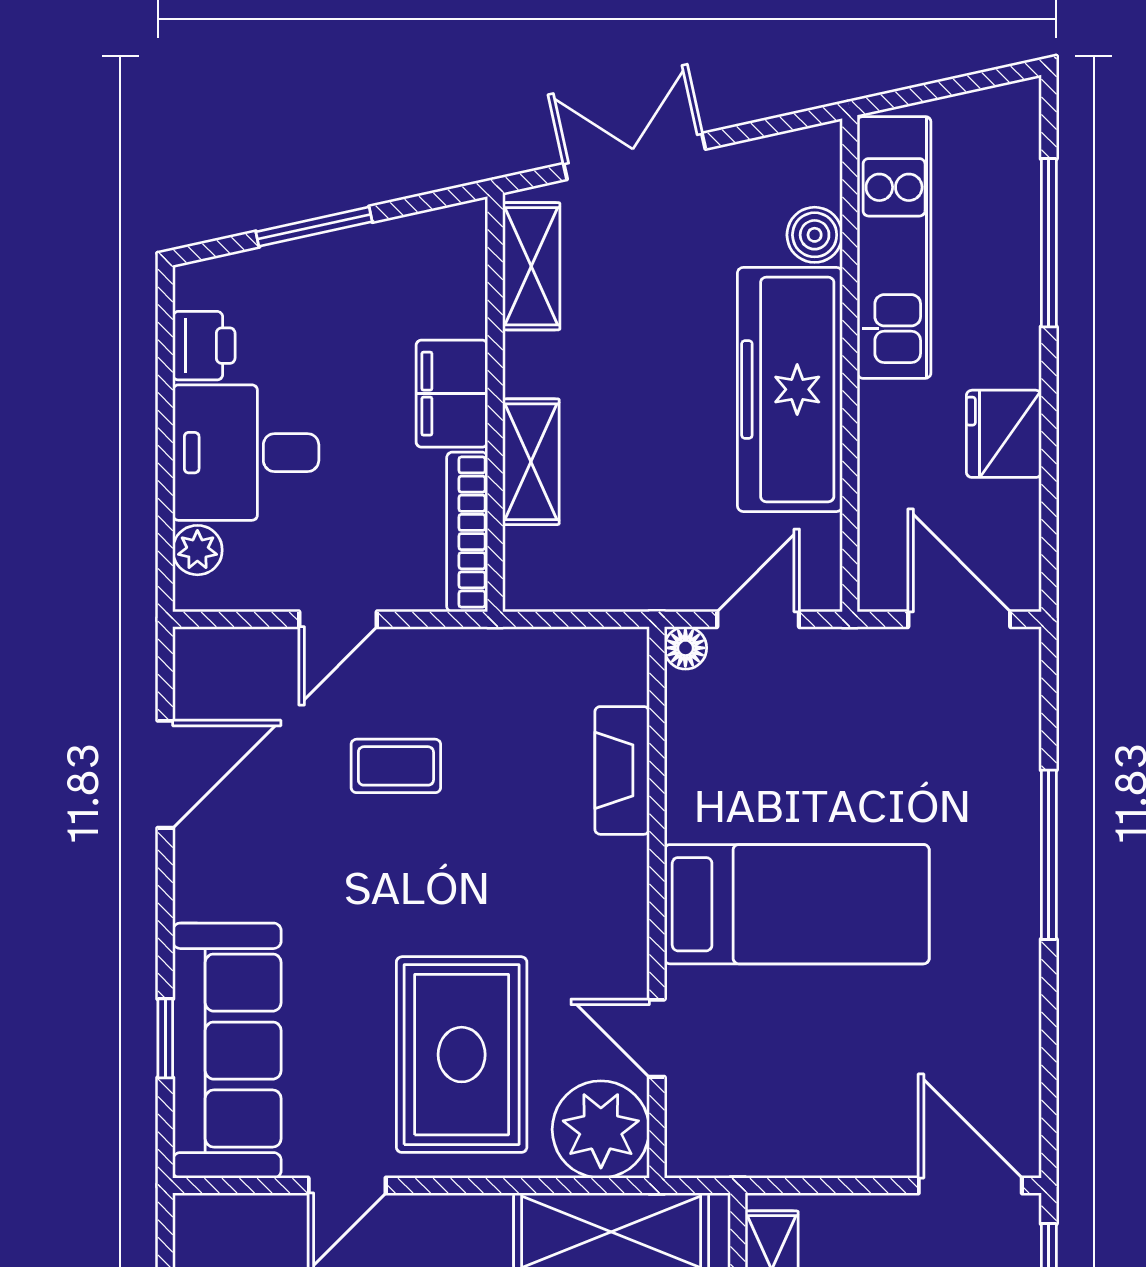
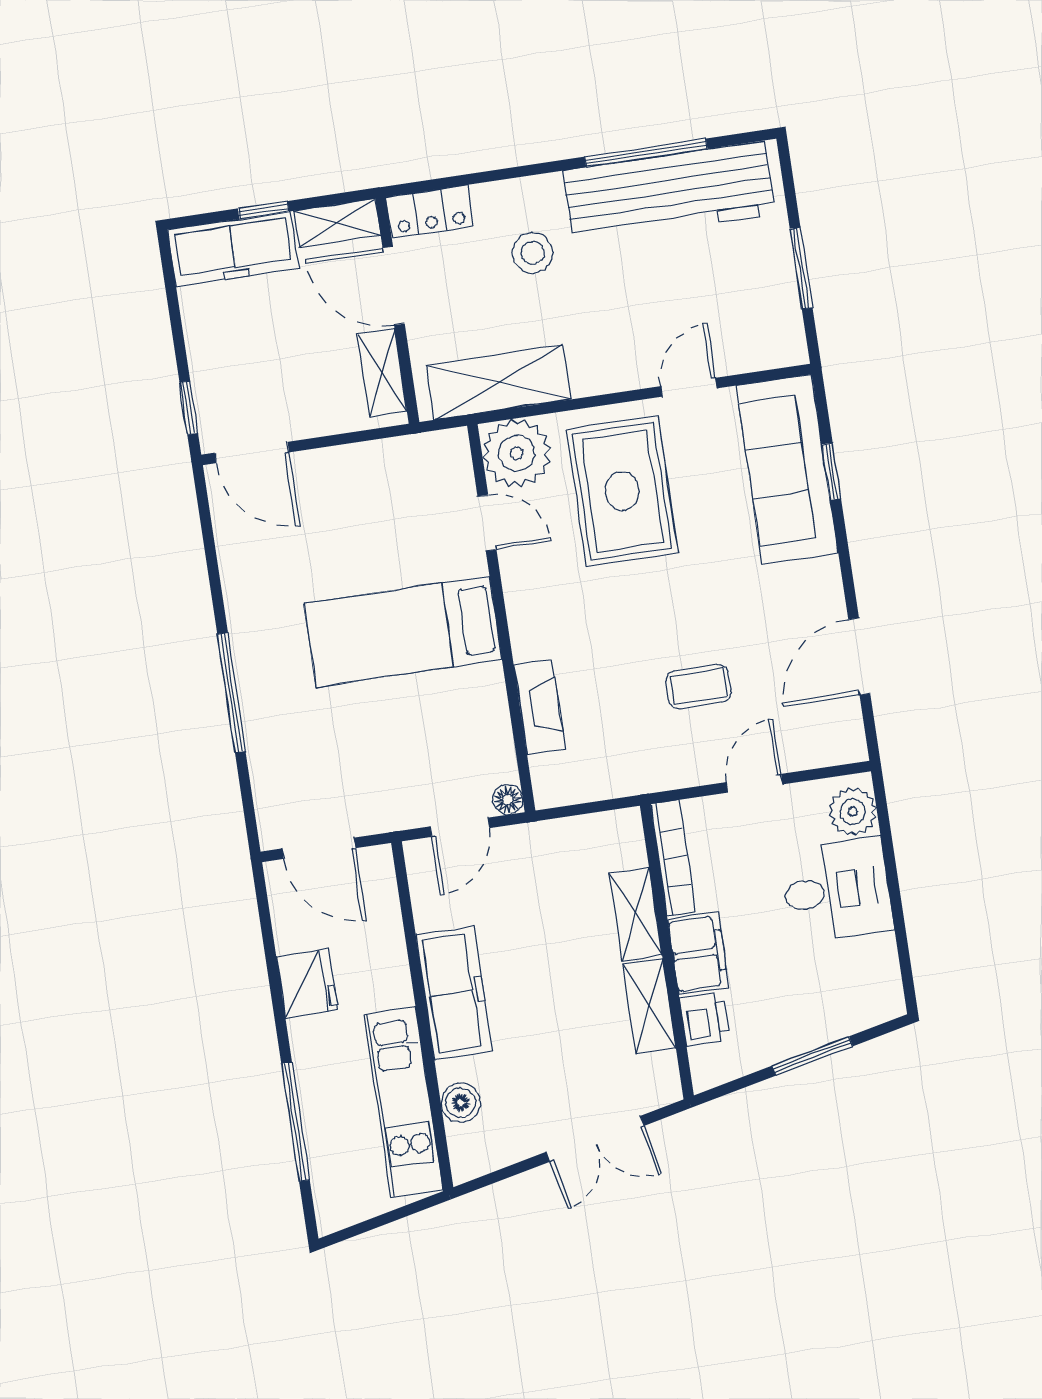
shelving: (531, 266) -> (649, 1006), moved
printer: (204, 346) -> (705, 1019), moved, turned 180
freezer: (790, 389) -> (454, 993), width x0.73, depth x0.79
plant: (197, 550) -> (853, 812), width x1.38, depth x1.38

